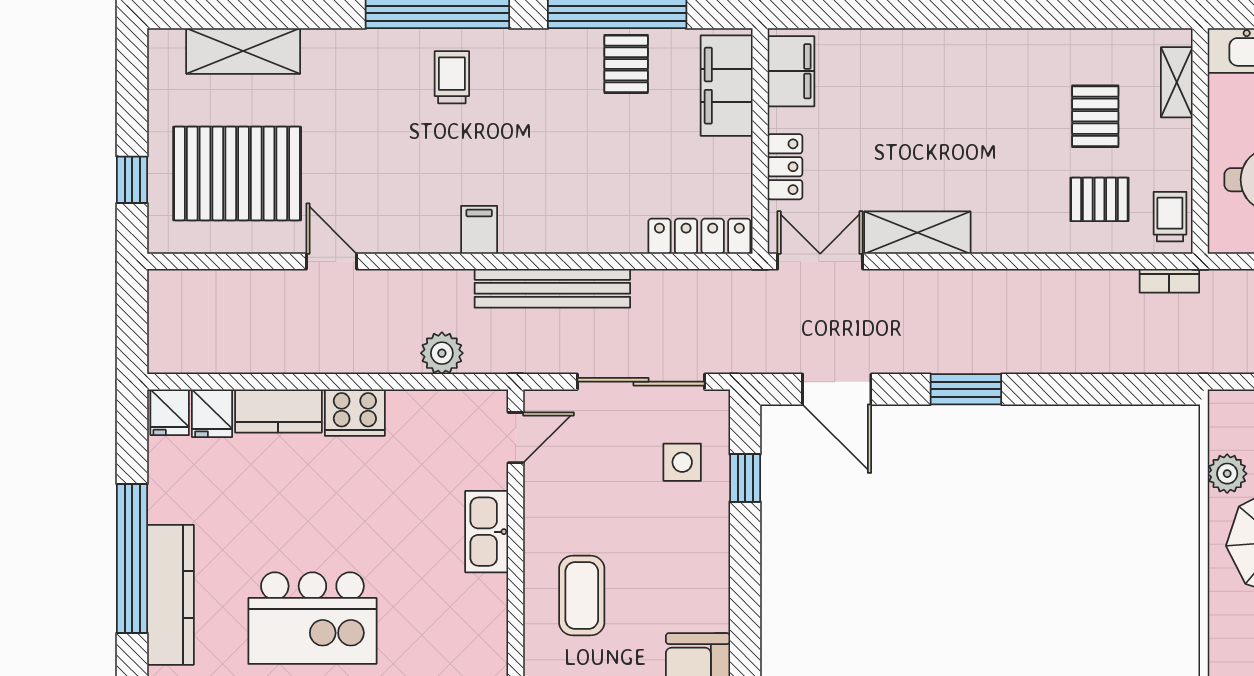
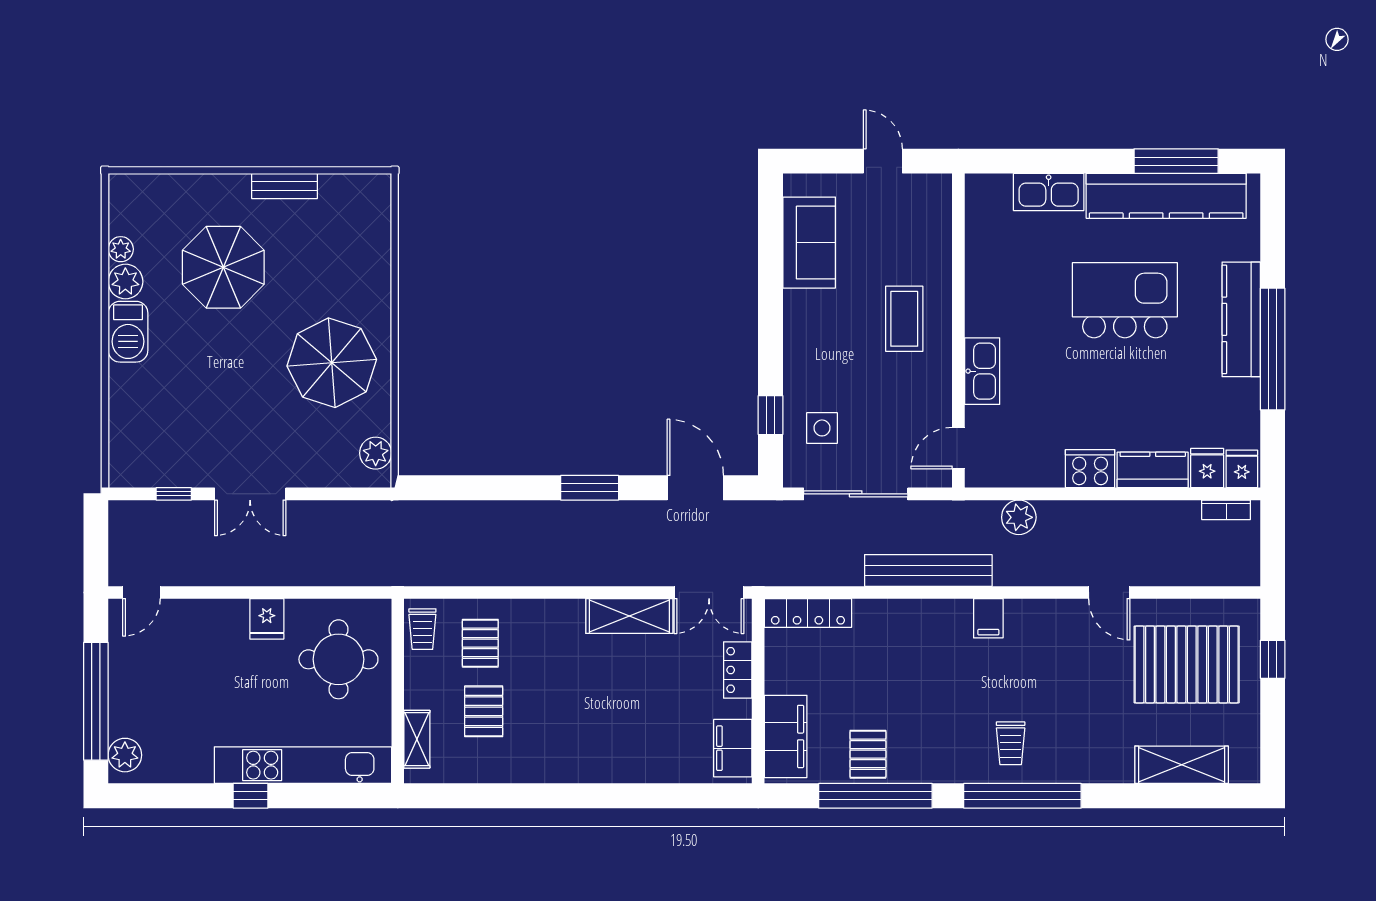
pallet: (1099, 199) -> (480, 643), turned 90
bookcase: (1169, 281) -> (1226, 510), moved, turned 180
plant: (1227, 474) -> (376, 453), moved

